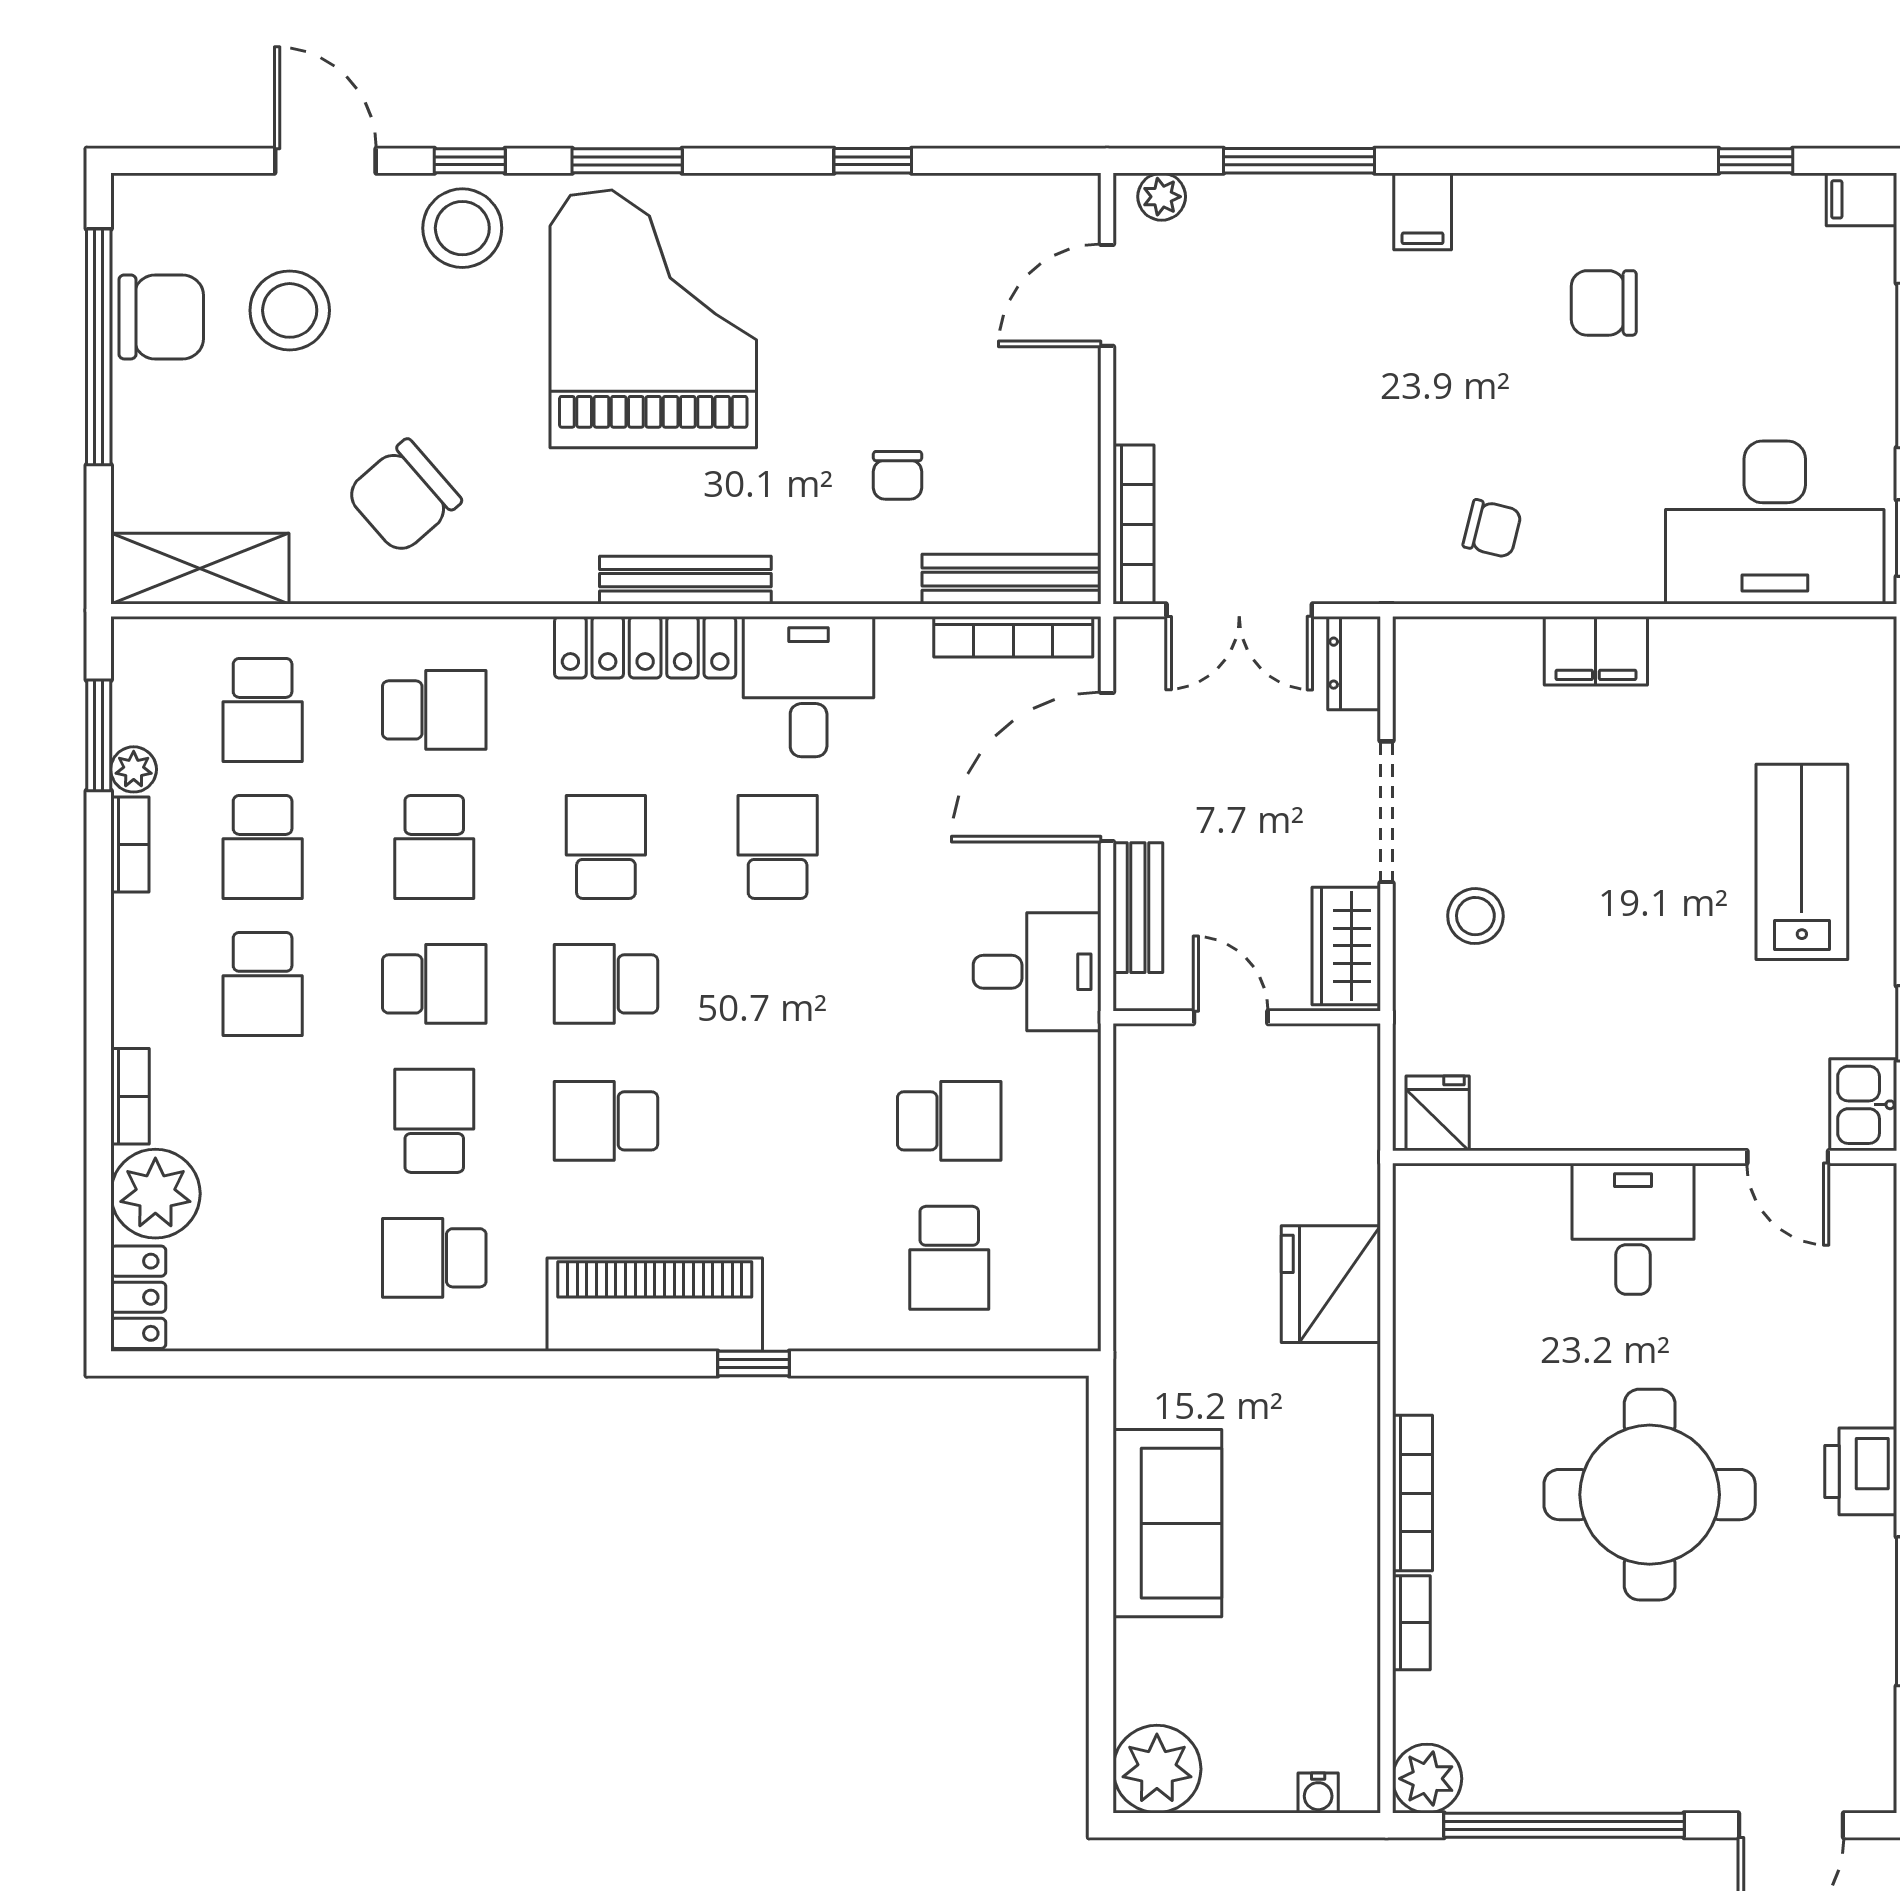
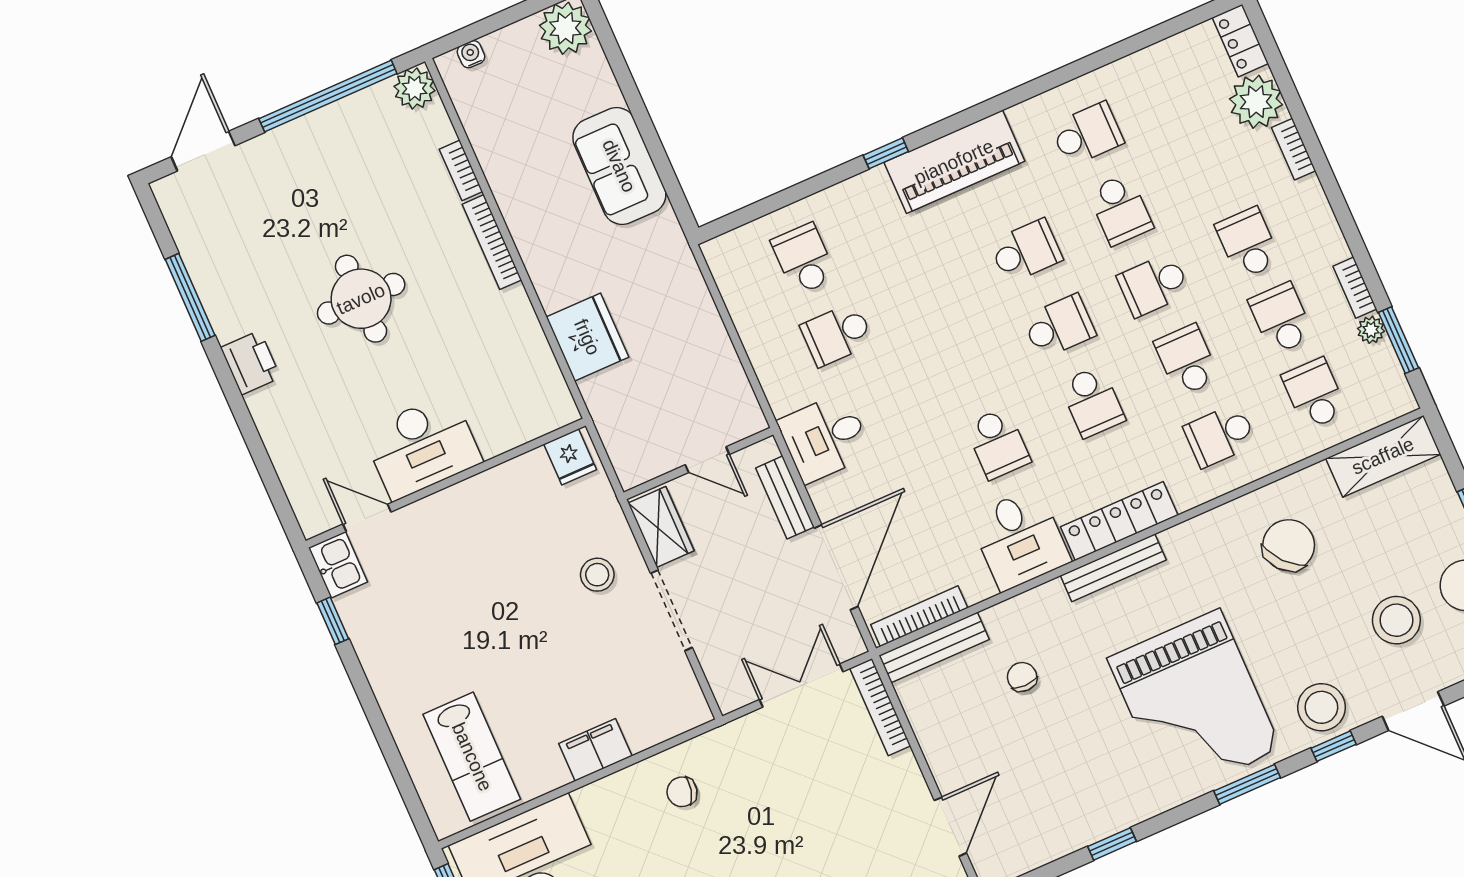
dresser: (1354, 663) -> (725, 684), removed
lab bench: (1802, 862) -> (472, 757), moved
desk: (1633, 1229) -> (422, 446), width x1.37
round table: (1650, 1495) -> (361, 299), width x0.73, depth x0.73

